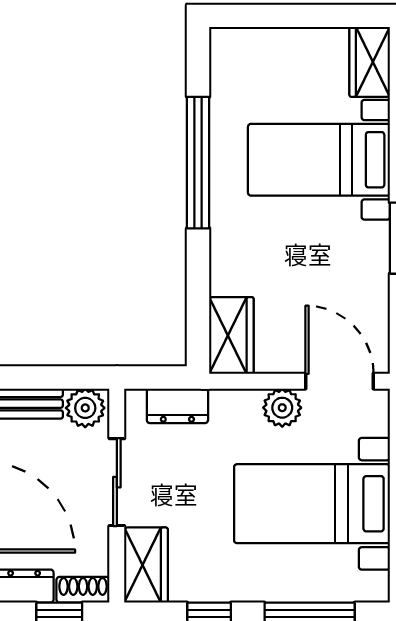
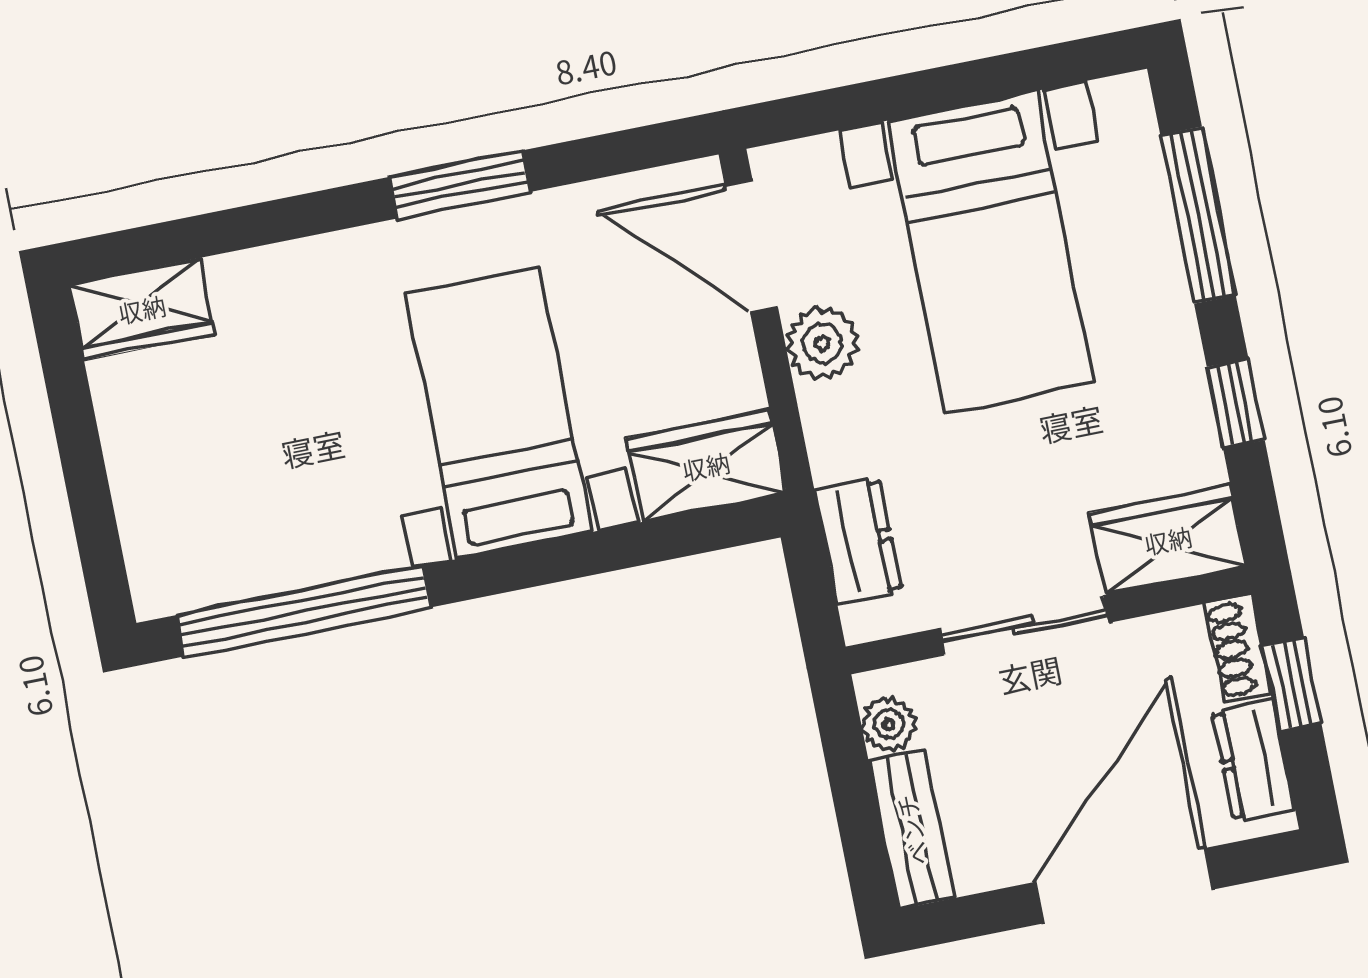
bed with nightstands: (319, 160) -> (498, 412), moved, turned 180
window: (198, 163) -> (304, 611), moved
door: (340, 381) -> (751, 246), hinge flipped
plant: (85, 408) -> (889, 724), width x0.73, depth x0.73

